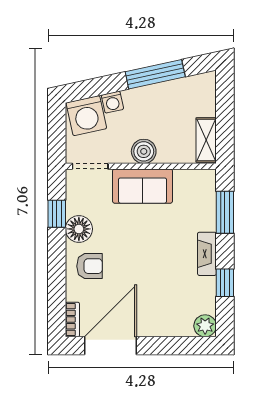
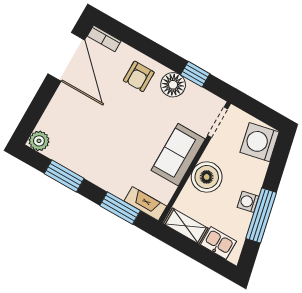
kitchen sink: (205, 100) -> (218, 243), added
washing machine: (112, 102) -> (248, 202), moved
boiler: (144, 151) -> (207, 177), width x1.37, depth x1.37
fireplace: (207, 254) -> (145, 204), moved
window: (225, 283) -> (64, 176), width x1.50

